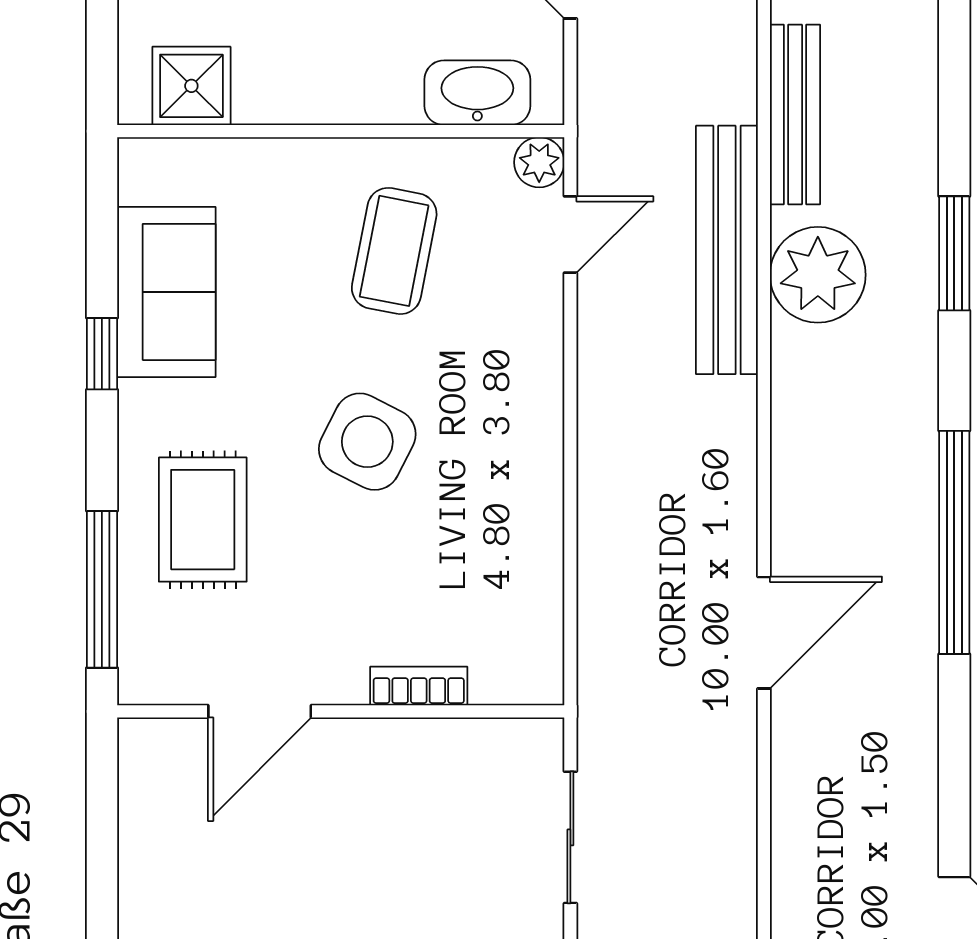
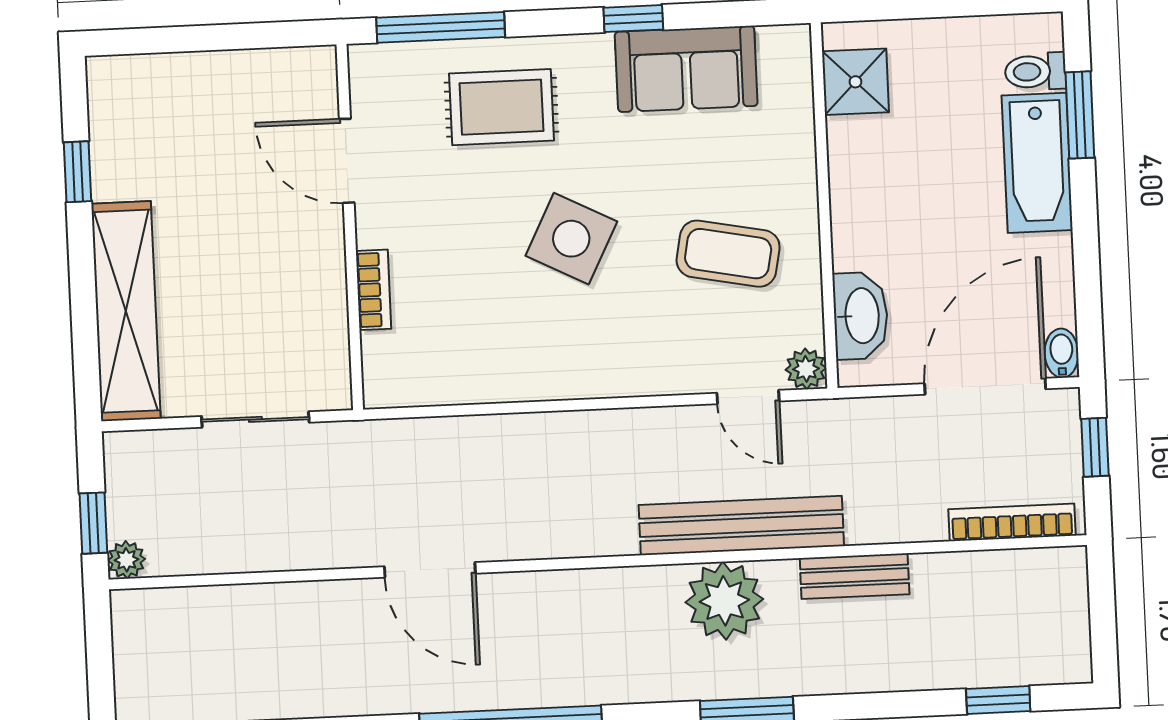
bench: (795, 114) -> (855, 576), width x0.73

